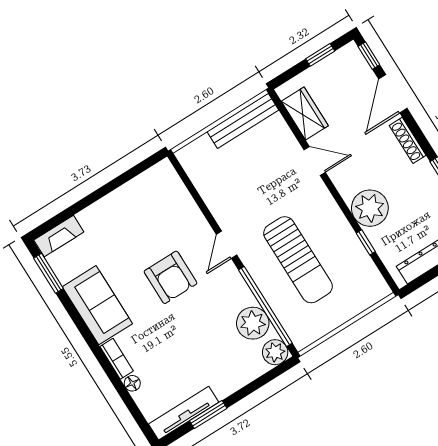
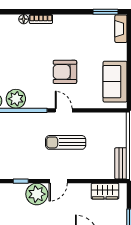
bench: (243, 121) -> (121, 163), width x0.73
door: (315, 161) -> (58, 181), moved
sun lounger: (298, 260) -> (66, 142), moved, width x0.73, depth x0.75
sofa: (97, 305) -> (115, 82), moved, turned 90

